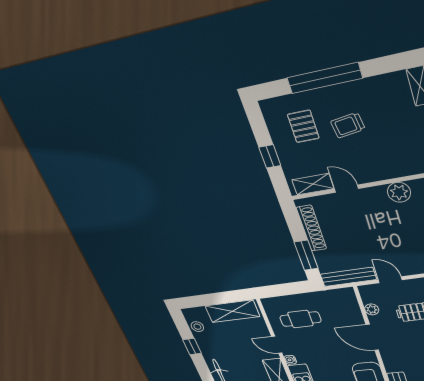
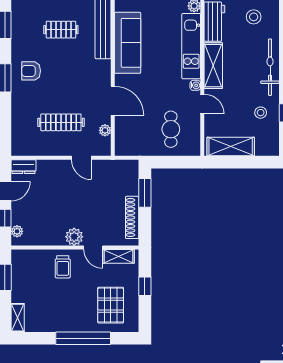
trolley: (348, 125) -> (63, 267), moved, turned 98
pallet: (303, 126) -> (111, 305), width x1.50, depth x1.42
plant: (399, 192) -> (74, 237), moved
bench: (348, 277) -> (116, 166), removed
cafe table: (300, 319) -> (171, 129), turned 90
stool: (197, 327) -> (261, 113), moved

